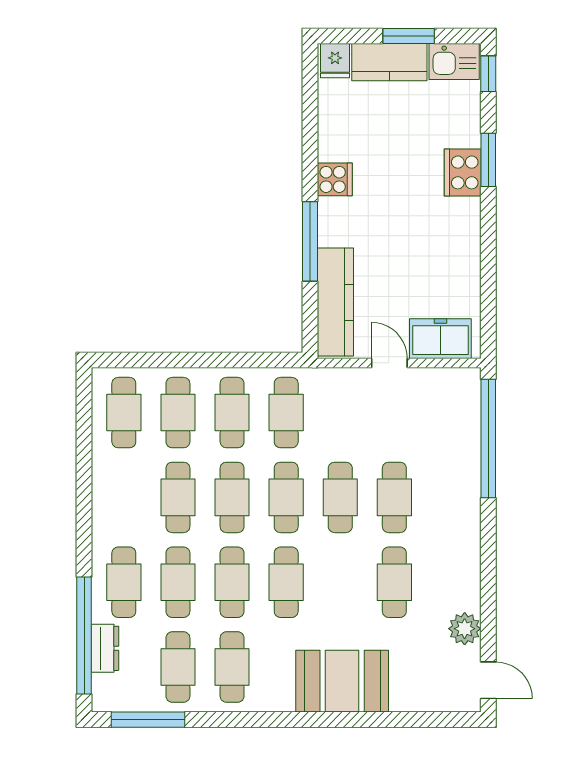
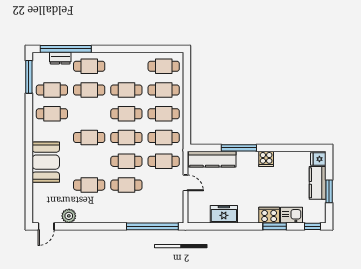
kitchen sink: (454, 62) -> (291, 215), moved, turned 90
freezer: (440, 339) -> (224, 214), moved, turned -90
door: (389, 363) -> (185, 183), hinge flipped
cafe table: (232, 582) -> (164, 161), moved

